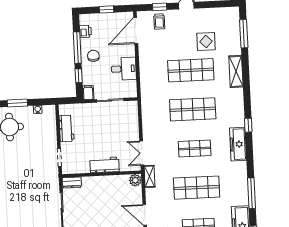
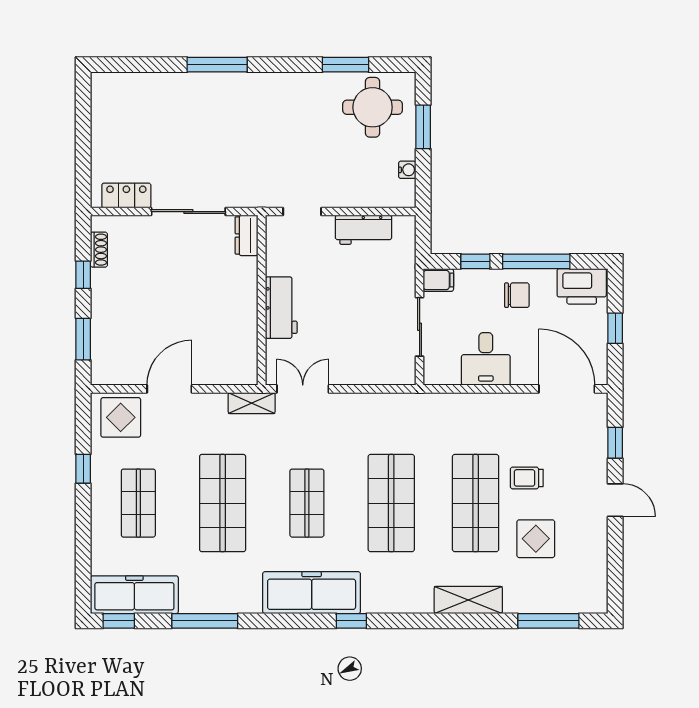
trolley: (159, 21) -> (527, 478), moved
printer: (85, 31) -> (582, 286), width x1.87, depth x1.48
freezer: (238, 144) -> (312, 593), width x1.36, depth x1.26
plant: (135, 180) -> (245, 372), removed

